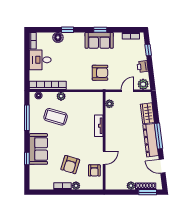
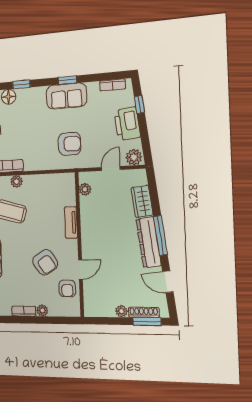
printer: (143, 66) -> (127, 124), width x1.87, depth x1.48
armchair: (70, 165) -> (45, 262), moved, turned -50

